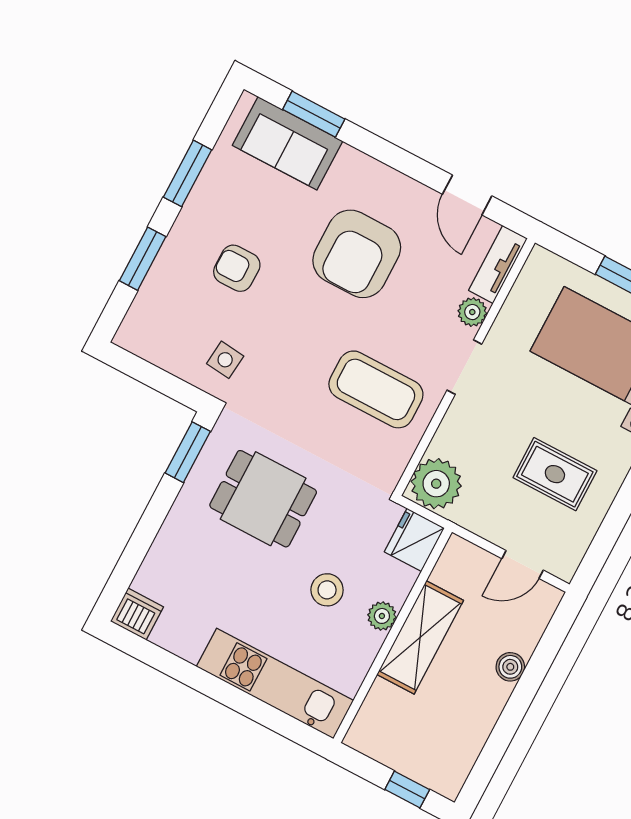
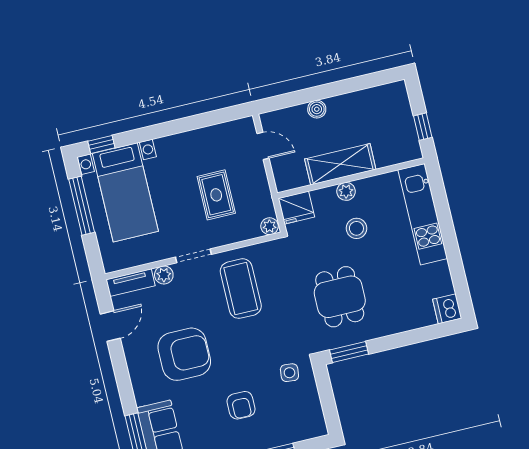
rug: (555, 474) -> (216, 195), moved
plant: (436, 484) -> (270, 226), width x0.53, depth x0.53
window: (407, 790) -> (423, 127), moved

